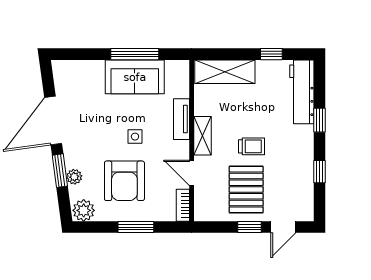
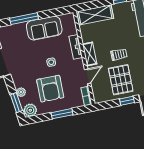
window: (135, 54) -> (24, 19), moved
window: (60, 171) -> (16, 103), moved
door: (192, 173) -> (88, 76), swing flipped

